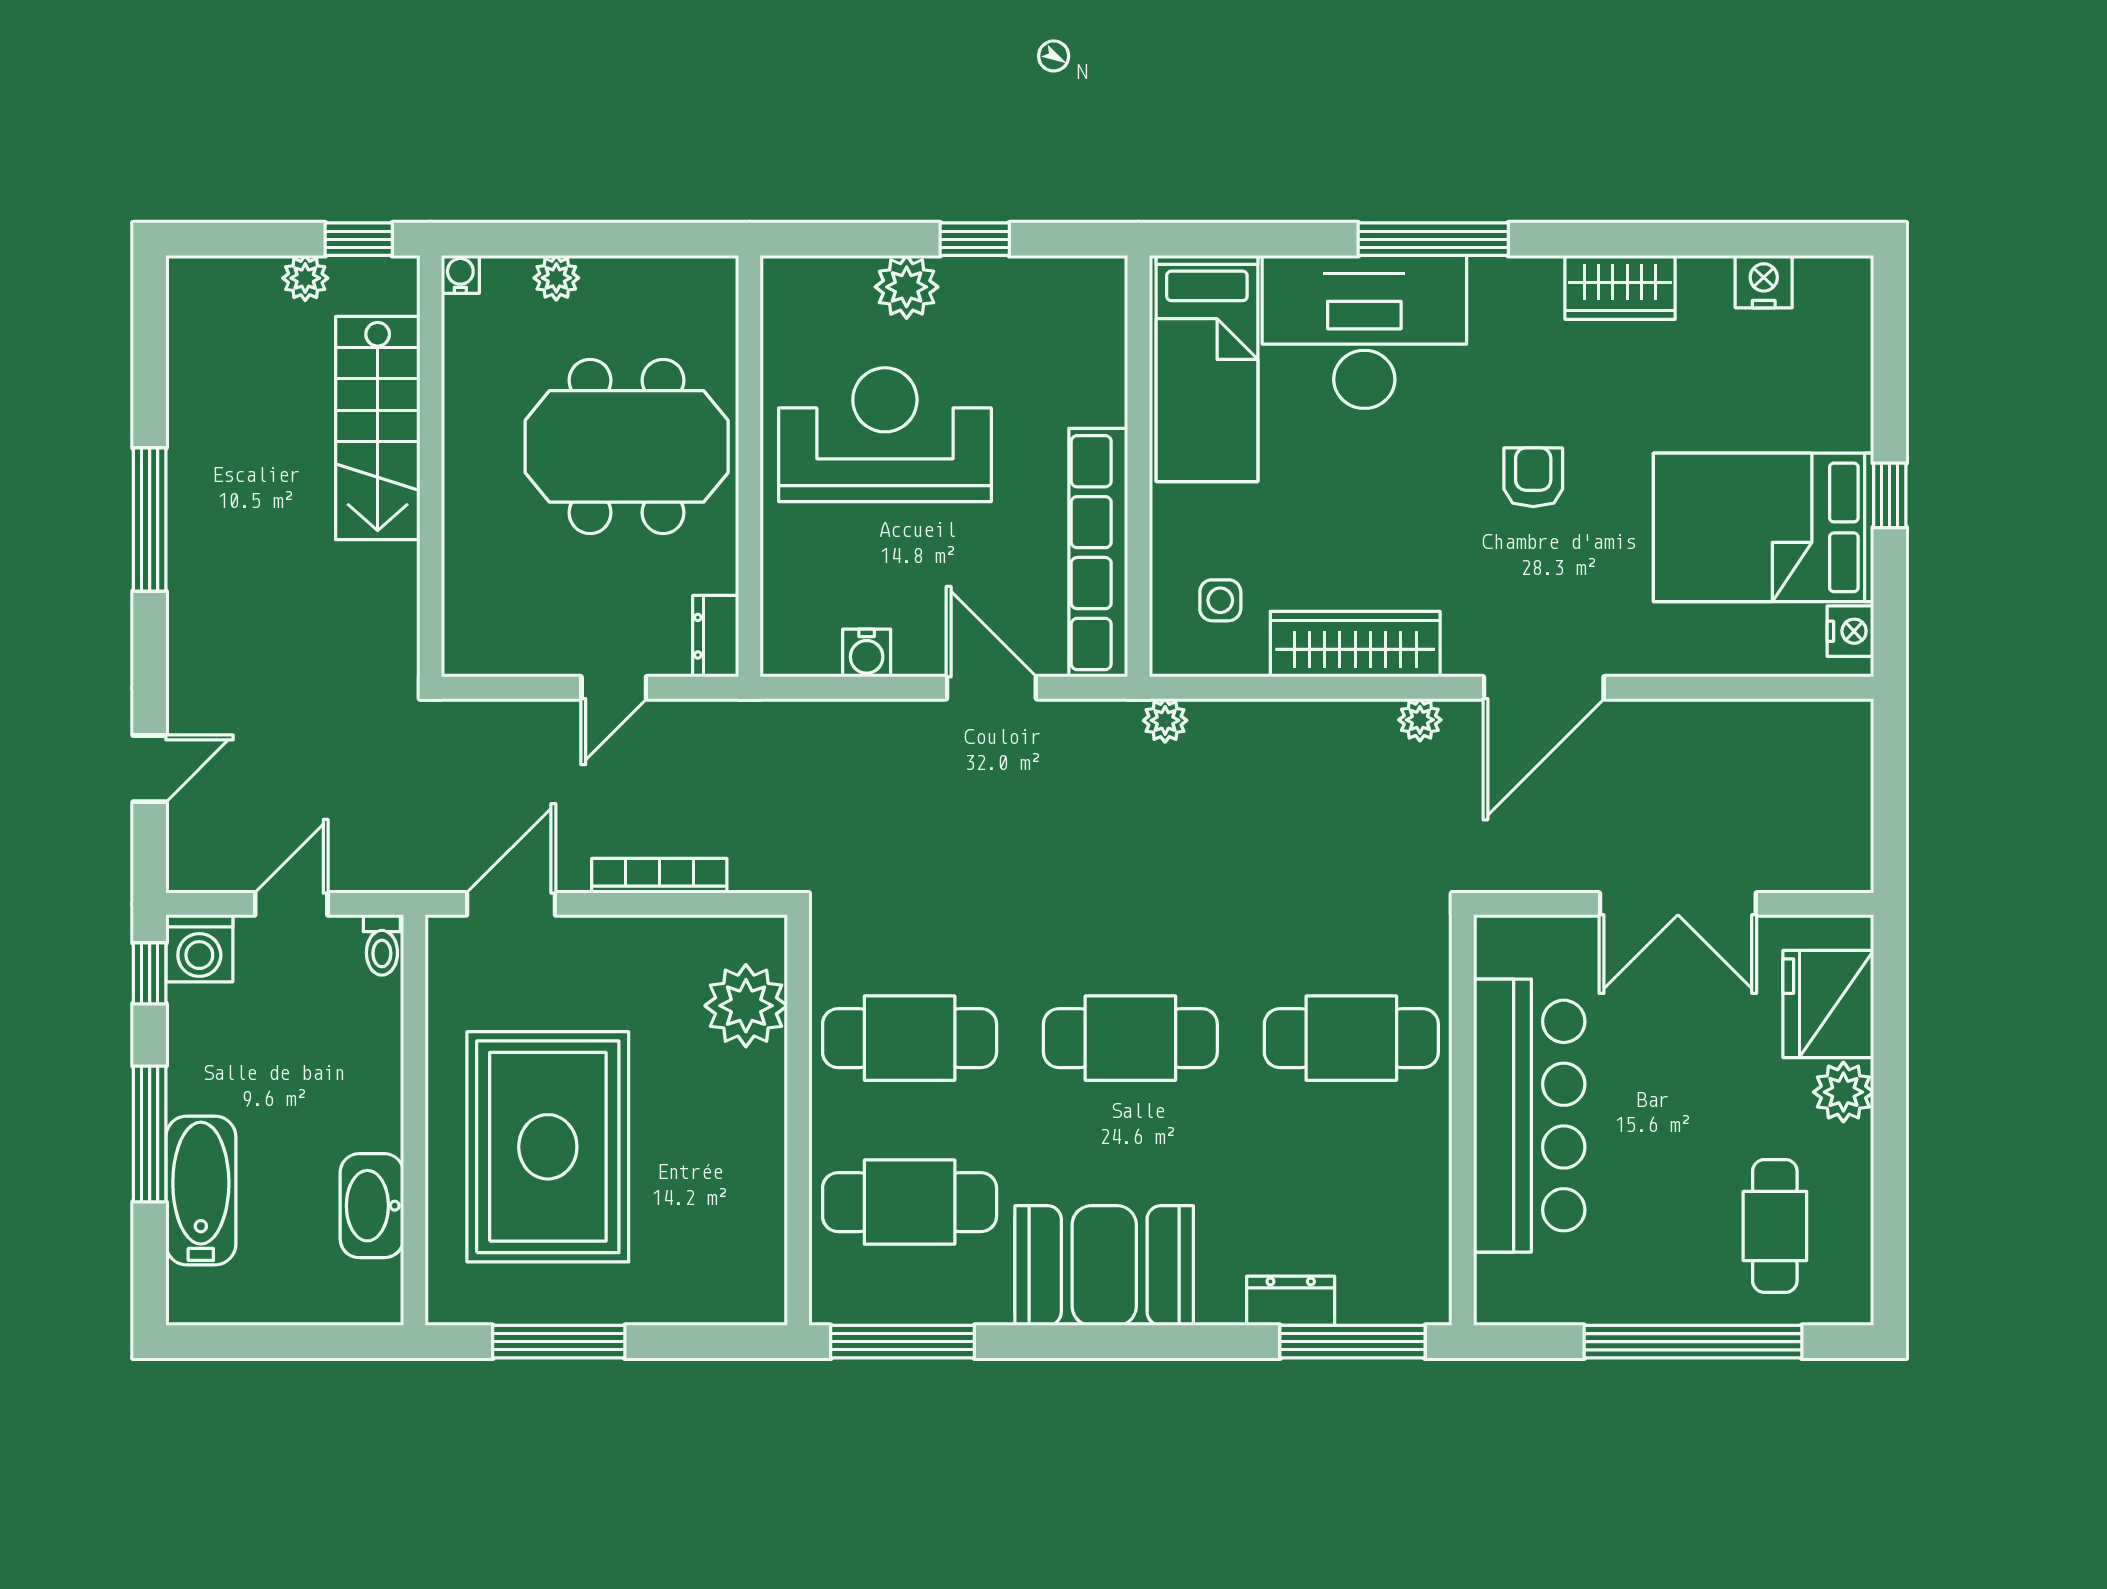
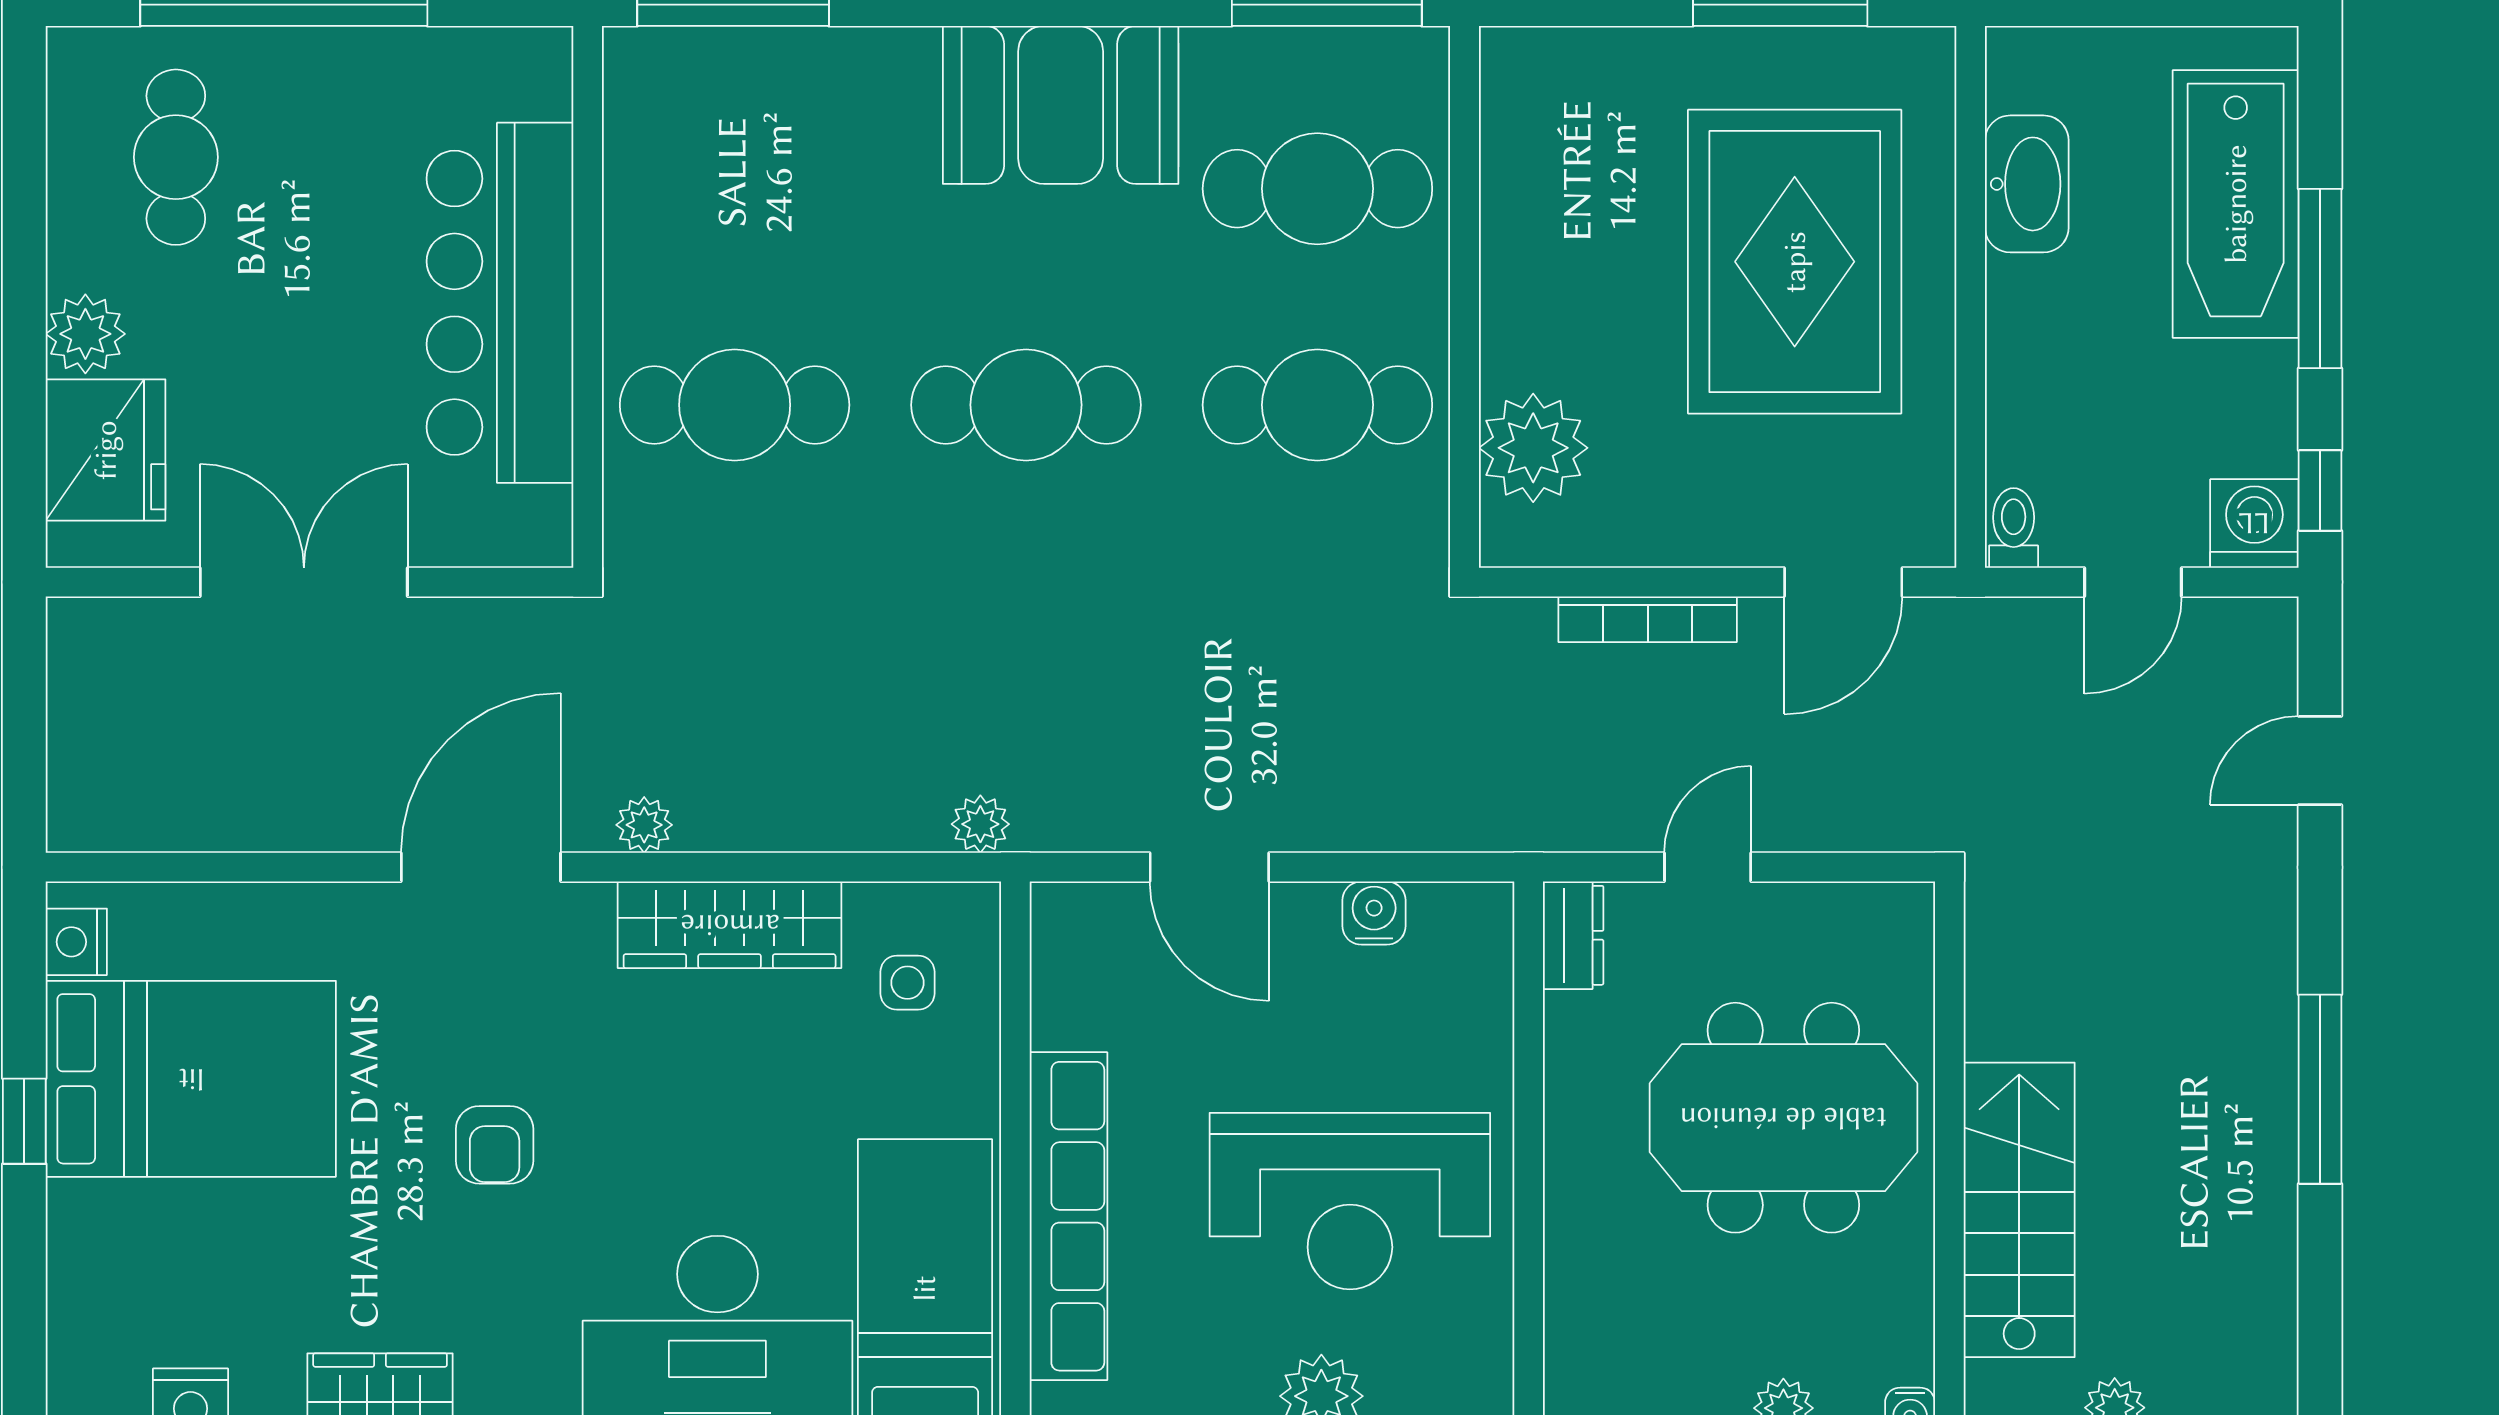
meeting table: (627, 446) -> (1783, 1118), moved
row of seats: (1098, 553) -> (1068, 1216), moved
bathtub: (201, 1191) -> (2236, 204), width x1.36, depth x1.36
dresser: (1291, 1301) -> (815, 58), removed

